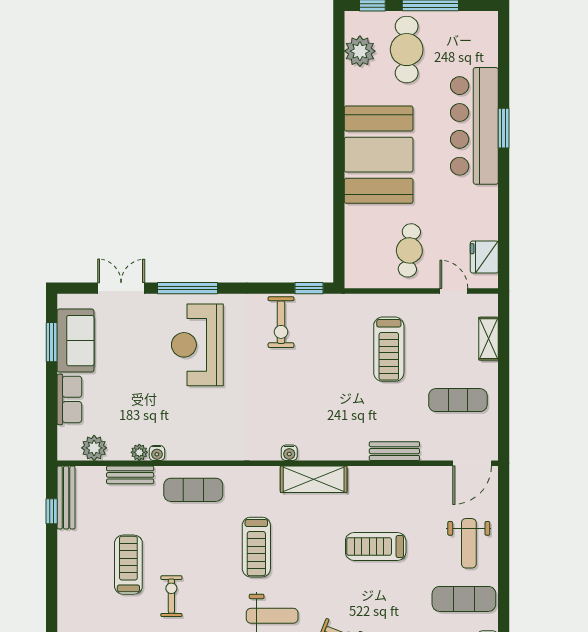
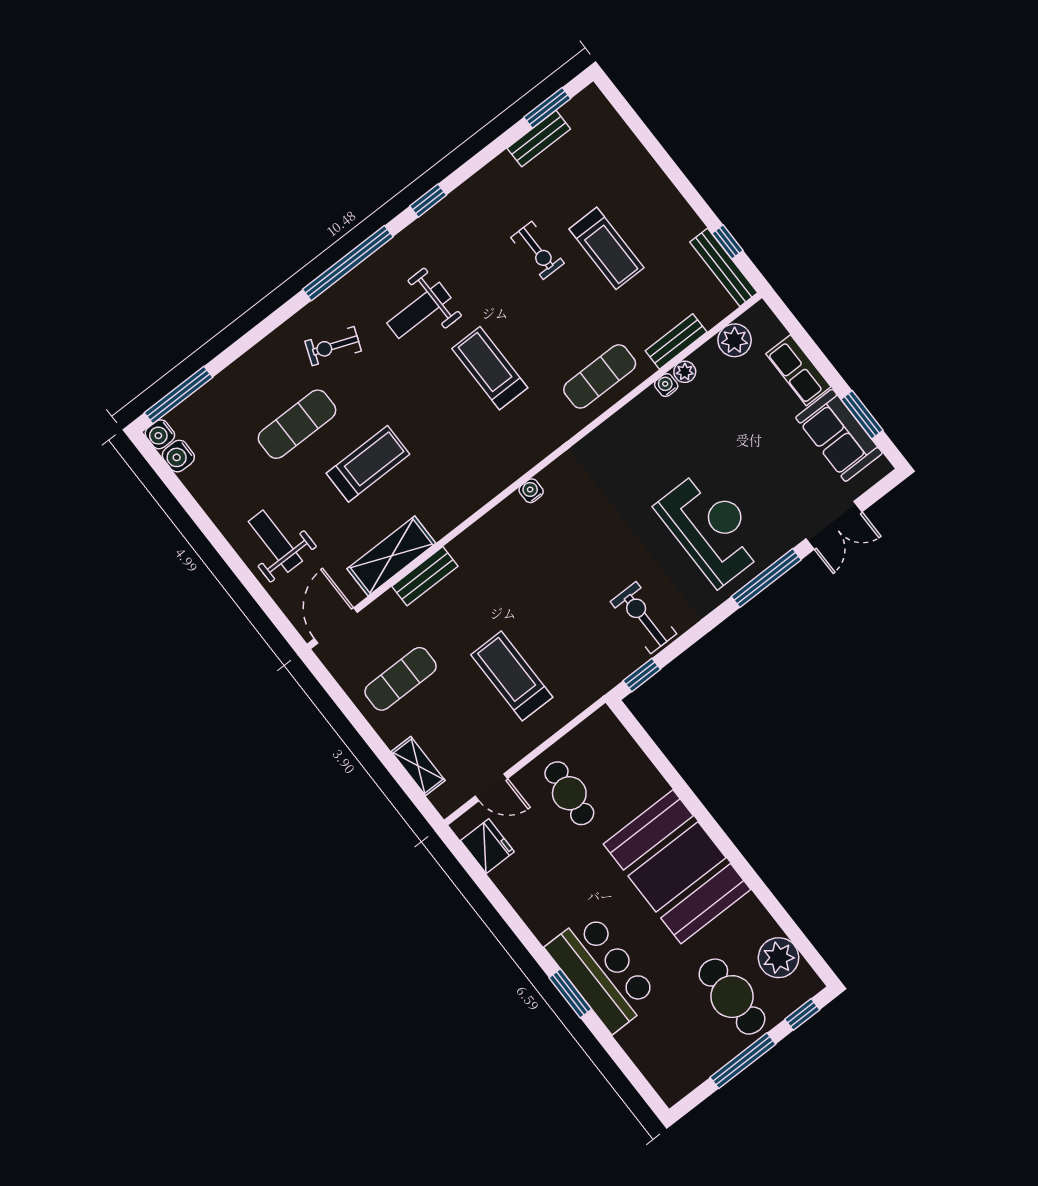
bar counter: (474, 126) -> (602, 972), width x0.73
shelving: (314, 479) -> (391, 556), moved
exercise mat: (464, 599) -> (297, 424), moved

